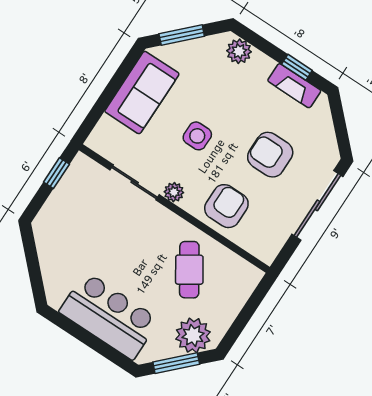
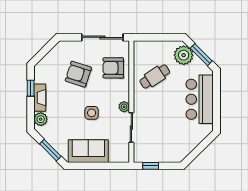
fireplace: (294, 86) -> (40, 98), moved
armchair: (270, 155) -> (78, 74), turned 108
sliding door: (317, 205) -> (102, 37), moved
armchair: (226, 206) -> (113, 68), moved

